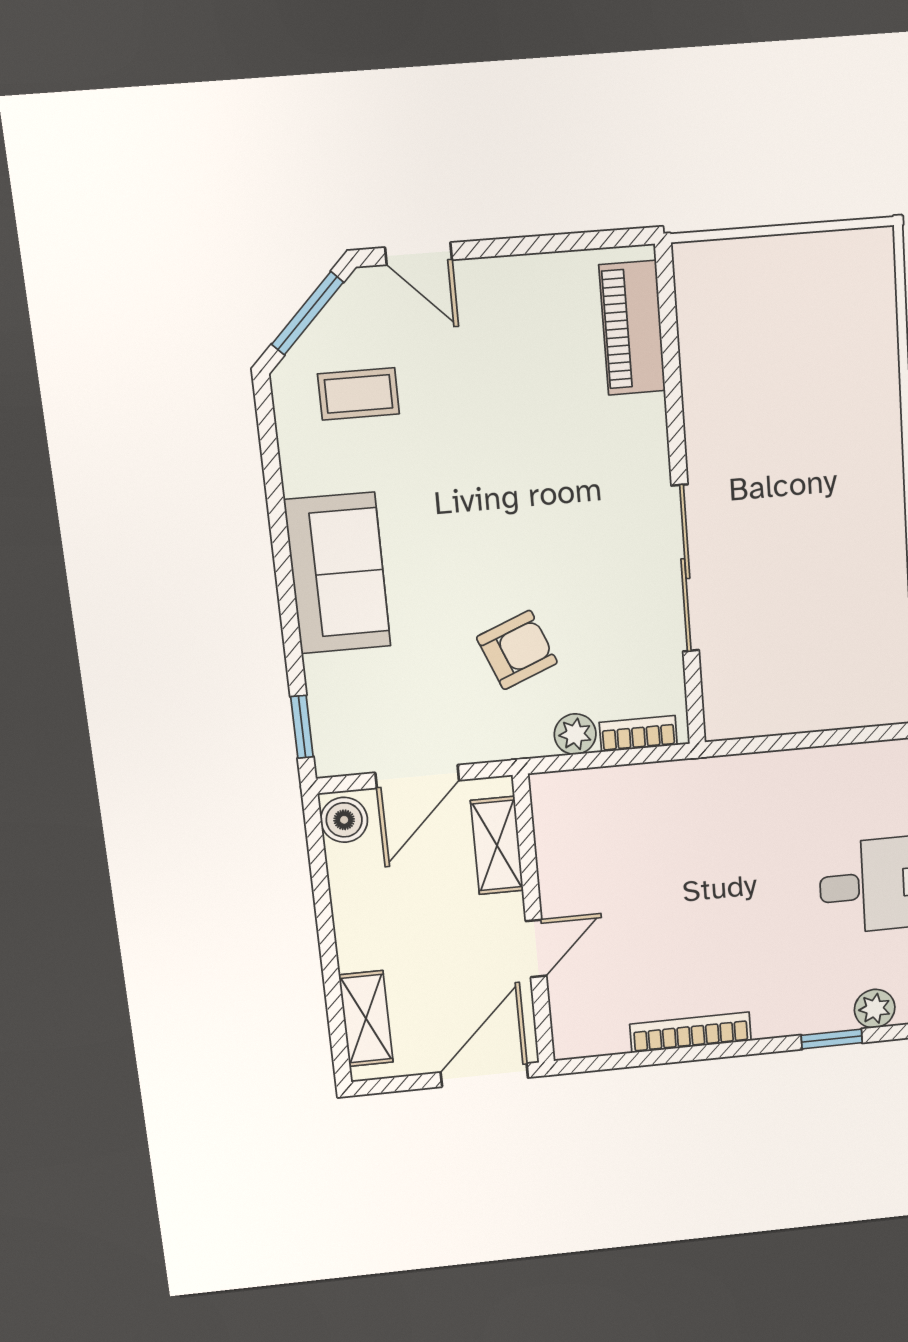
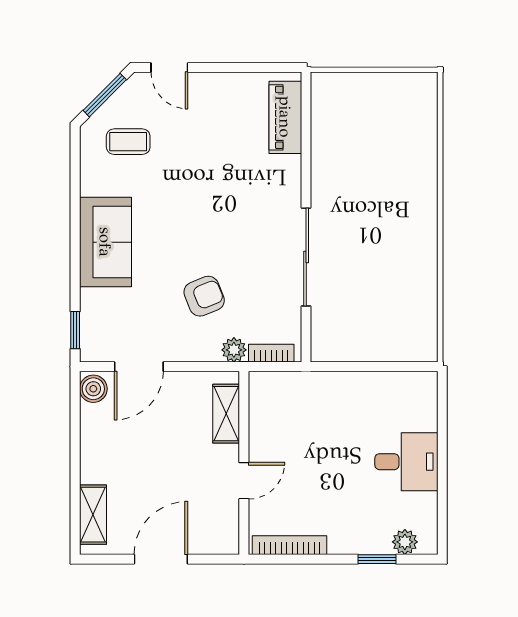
shelving: (497, 846) -> (226, 414), moved
wall: (534, 921) -> (244, 463), moved
door: (536, 949) -> (244, 481), moved

